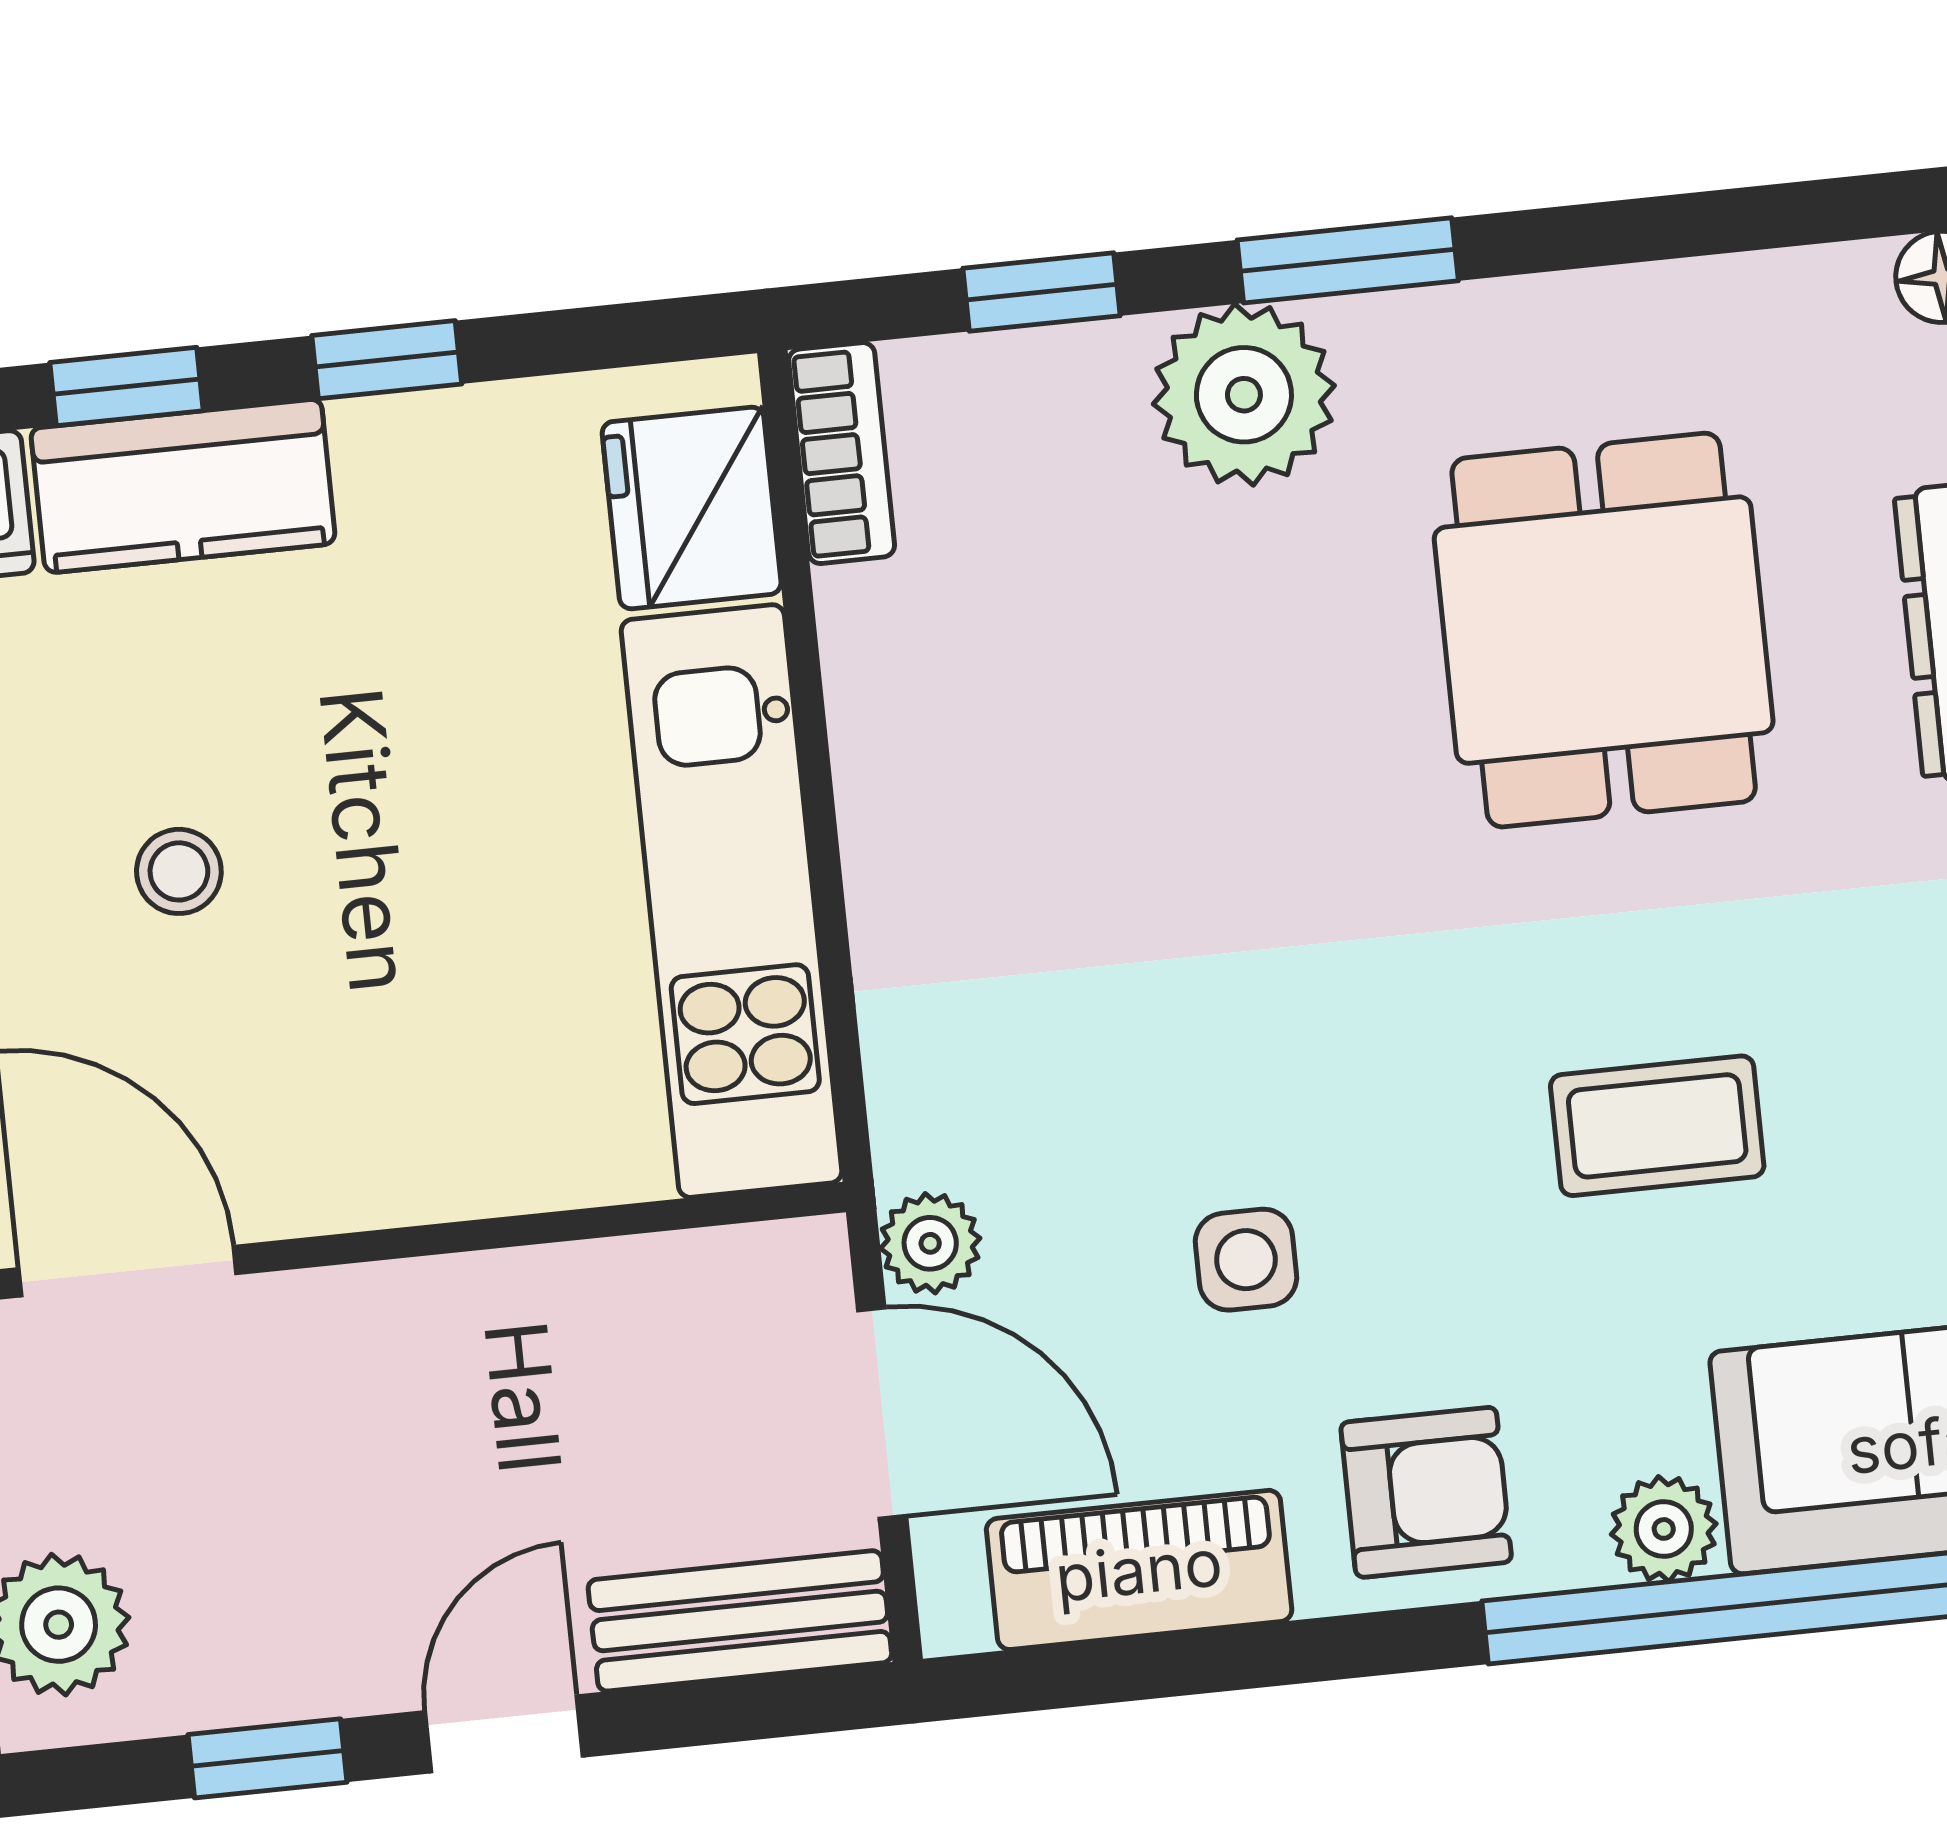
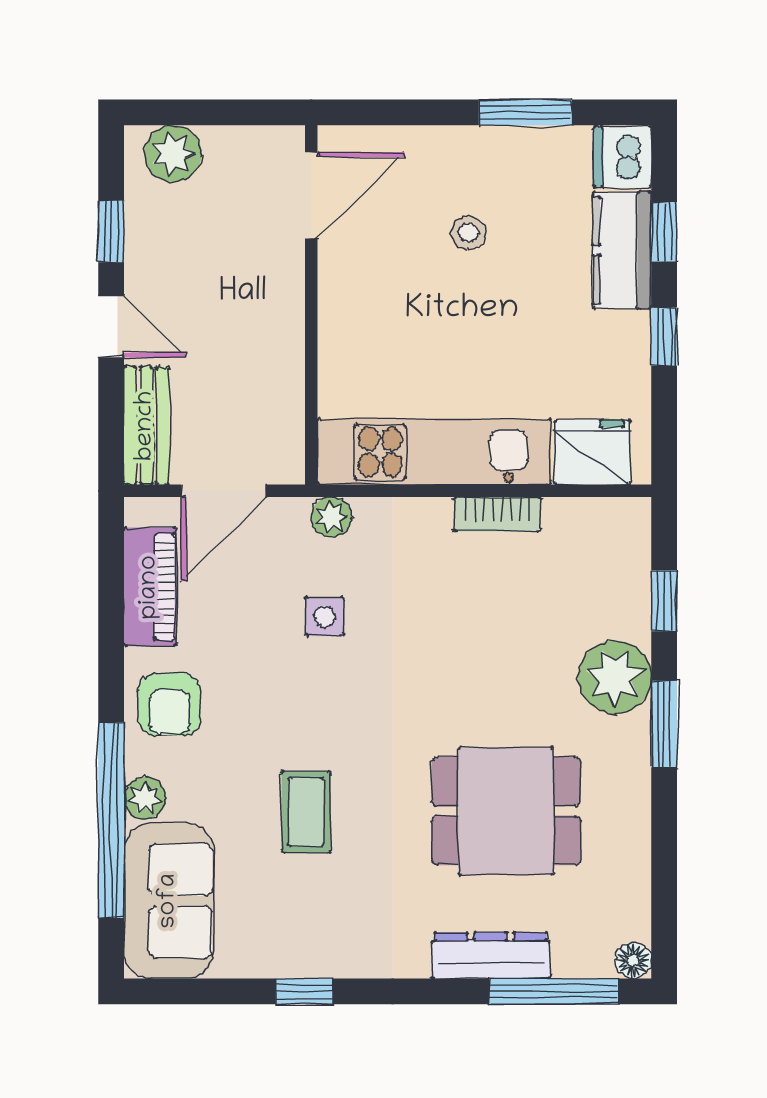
bookcase: (842, 453) -> (497, 514), moved
plant: (930, 1243) -> (331, 517), moved
side table: (1246, 1260) -> (325, 617), moved

